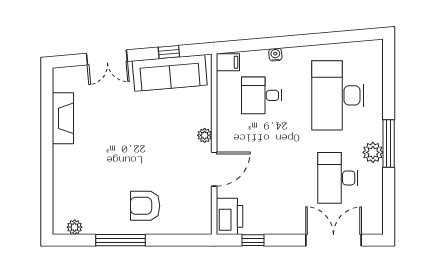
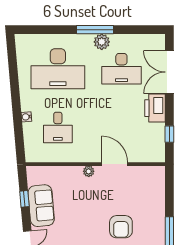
filing cabinet: (228, 62) -> (32, 153), removed
sofa: (170, 73) -> (41, 206), width x0.73
armchair: (145, 206) -> (121, 227), moved
printer: (229, 216) -> (155, 108), moved, turned -90

